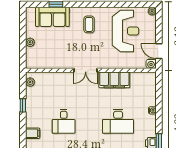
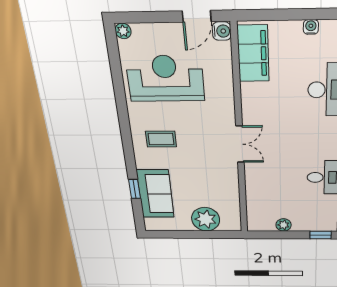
plant: (30, 42) -> (206, 219), width x1.87, depth x1.87
filing cabinet: (114, 80) -> (253, 53), moved
plant: (30, 82) -> (284, 225), moved
window: (23, 105) -> (321, 235), moved

